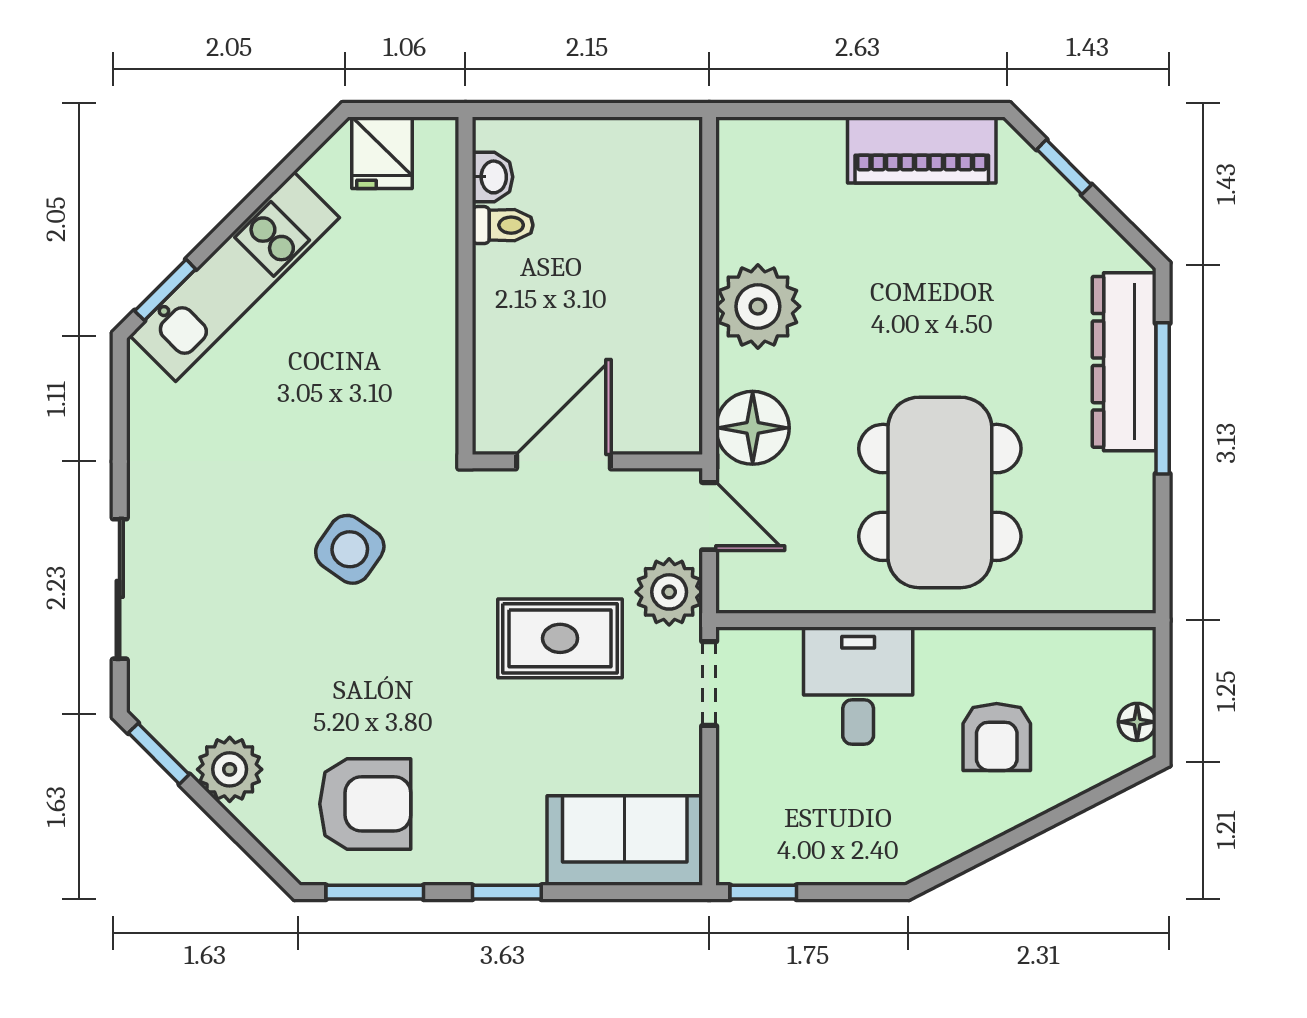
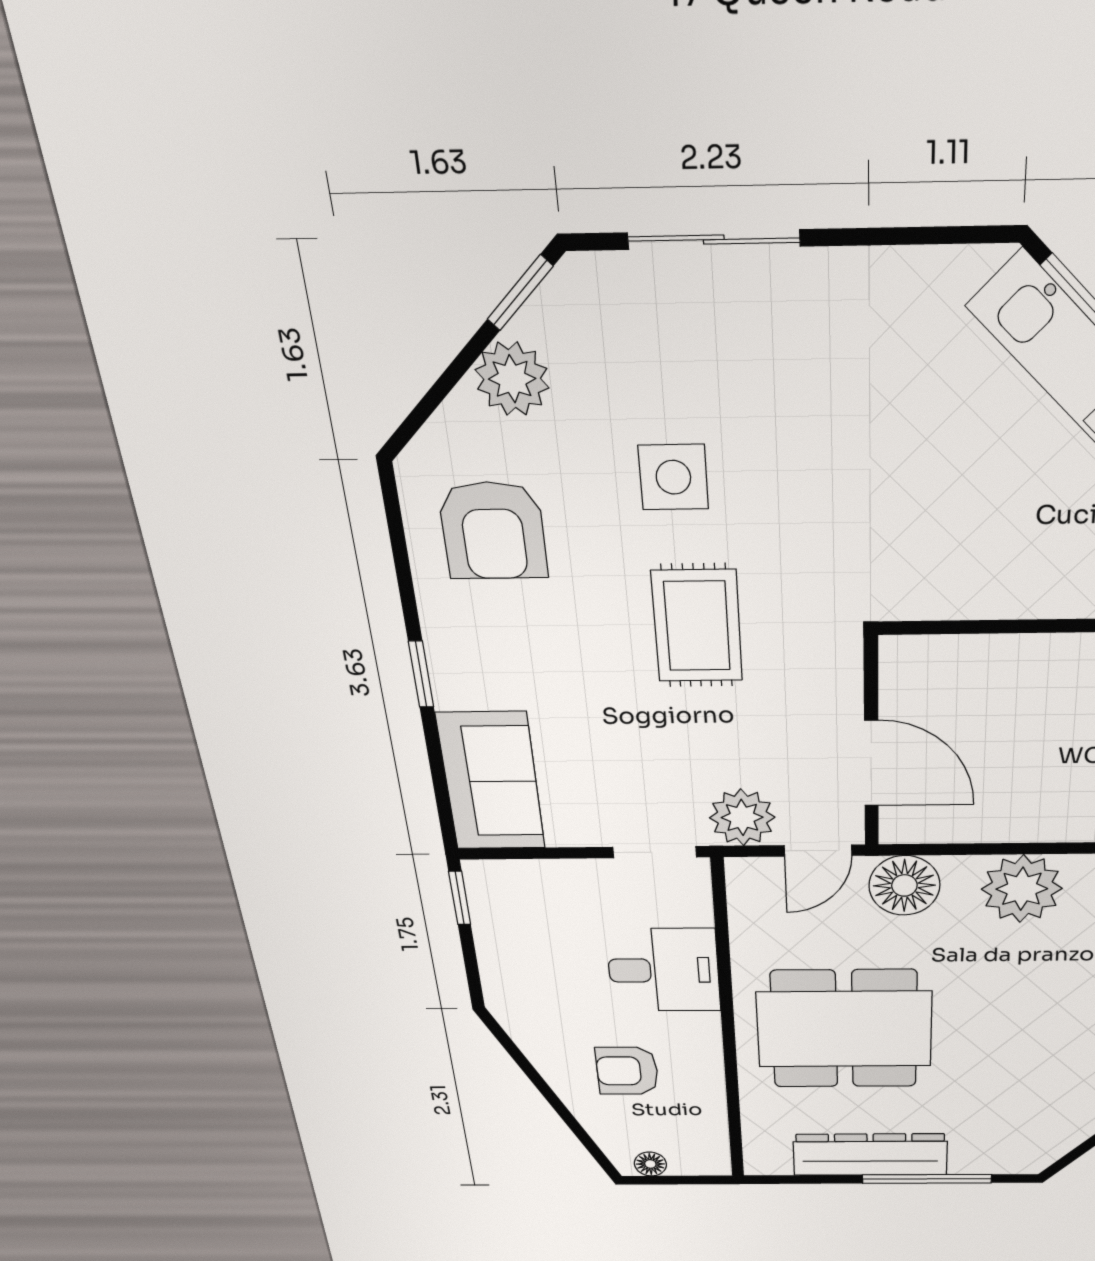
dresser: (1124, 362) -> (870, 1155), moved
door: (563, 461) -> (871, 763), moved
side table: (350, 549) -> (673, 477), moved, turned -35
rug: (560, 638) -> (697, 626), moved
window: (375, 892) -> (398, 542), removed

